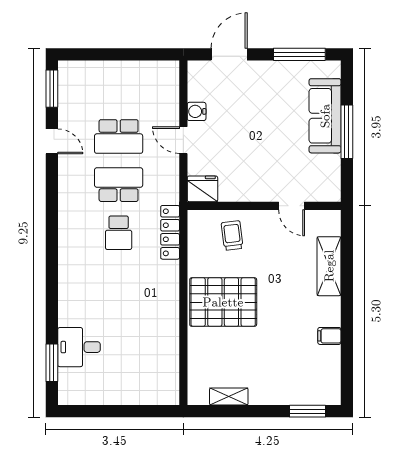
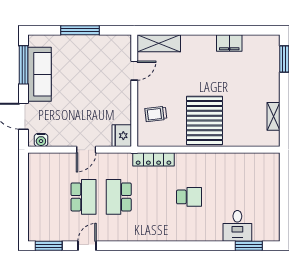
water cooler: (197, 111) -> (41, 140), moved
sofa: (325, 116) -> (39, 74), moved, turned -90
school desk: (119, 233) -> (189, 197), moved
shelving: (329, 266) -> (159, 43), moved
filing cabinet: (329, 336) -> (229, 43), width x2.00

